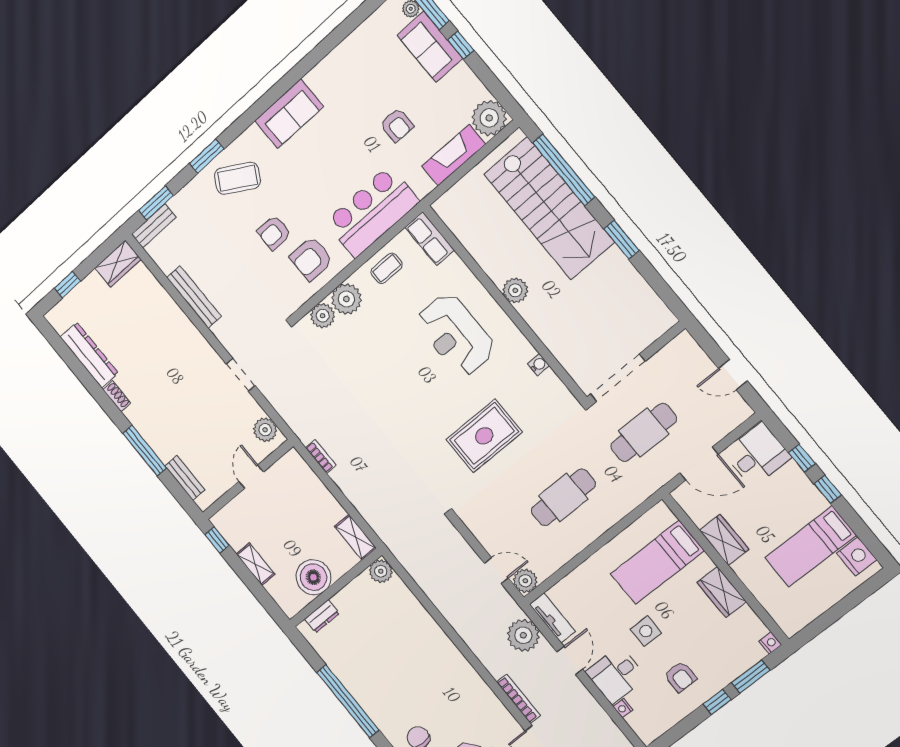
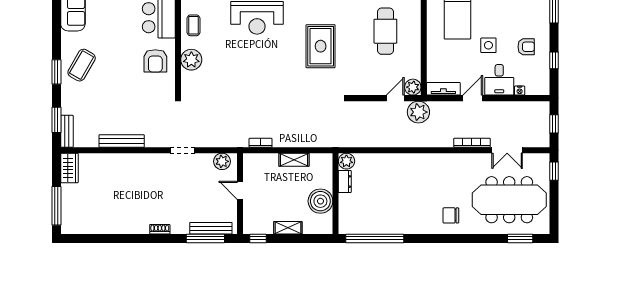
armchair: (274, 233) -> (125, 69), removed
window: (67, 285) -> (56, 206), width x2.17
plant: (323, 316) -> (189, 80), removed
dresser: (89, 355) -> (103, 226), removed
shoe rack: (117, 396) -> (160, 229), moved
window: (145, 451) -> (205, 238), moved
bench: (185, 478) -> (211, 228), width x1.36
shelving: (356, 537) -> (294, 160), moved
dresser: (322, 616) -> (345, 182), moved
plant: (523, 635) -> (418, 112), moved
door: (570, 660) -> (473, 98), hinge flipped
window: (348, 701) -> (375, 238), moved
window: (717, 702) -> (554, 60), moved

